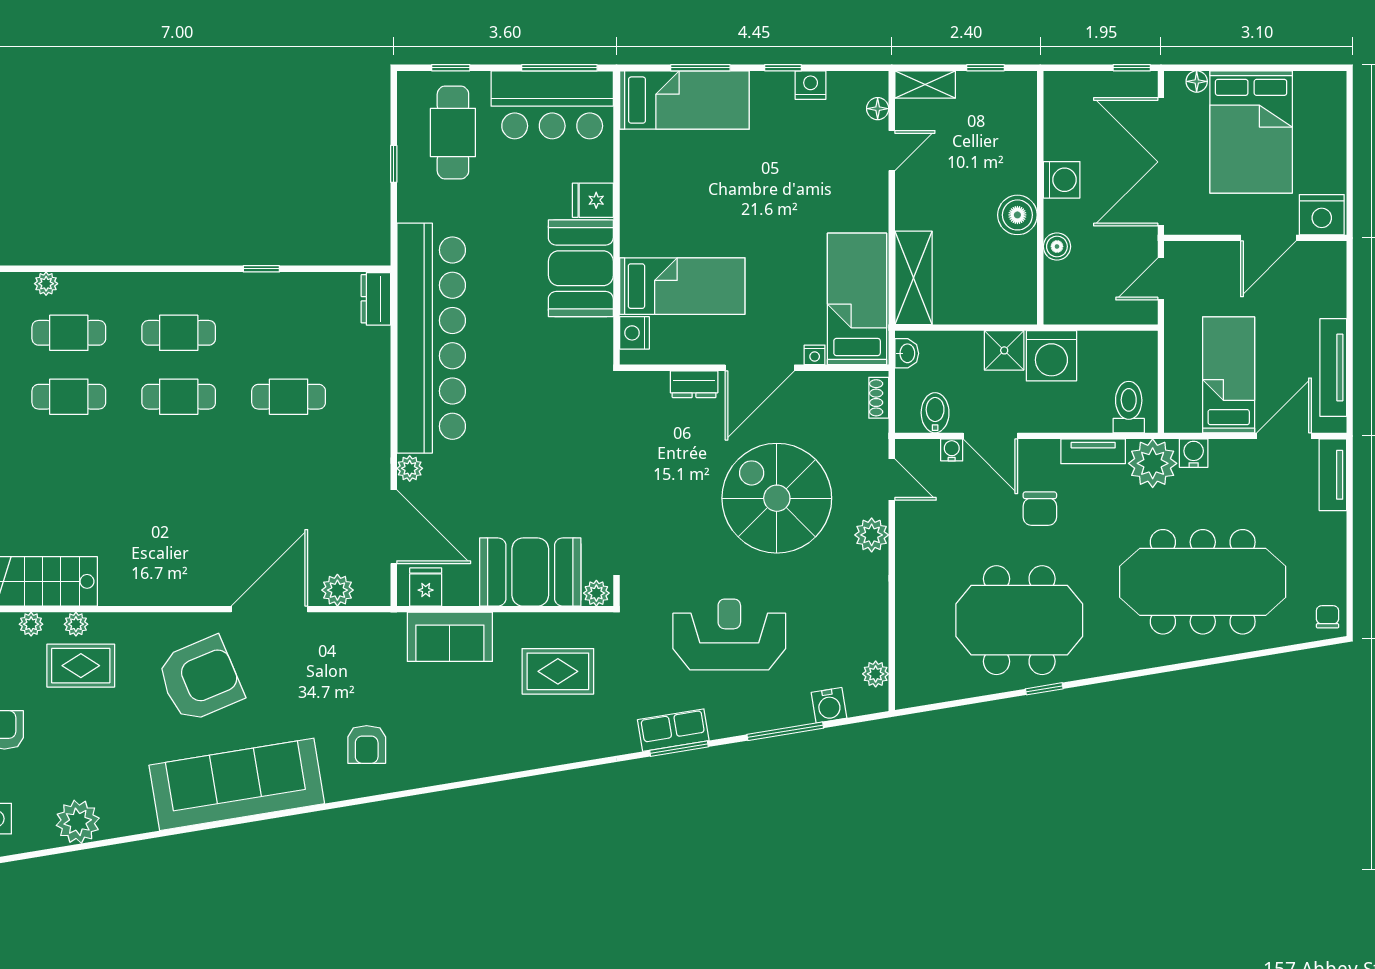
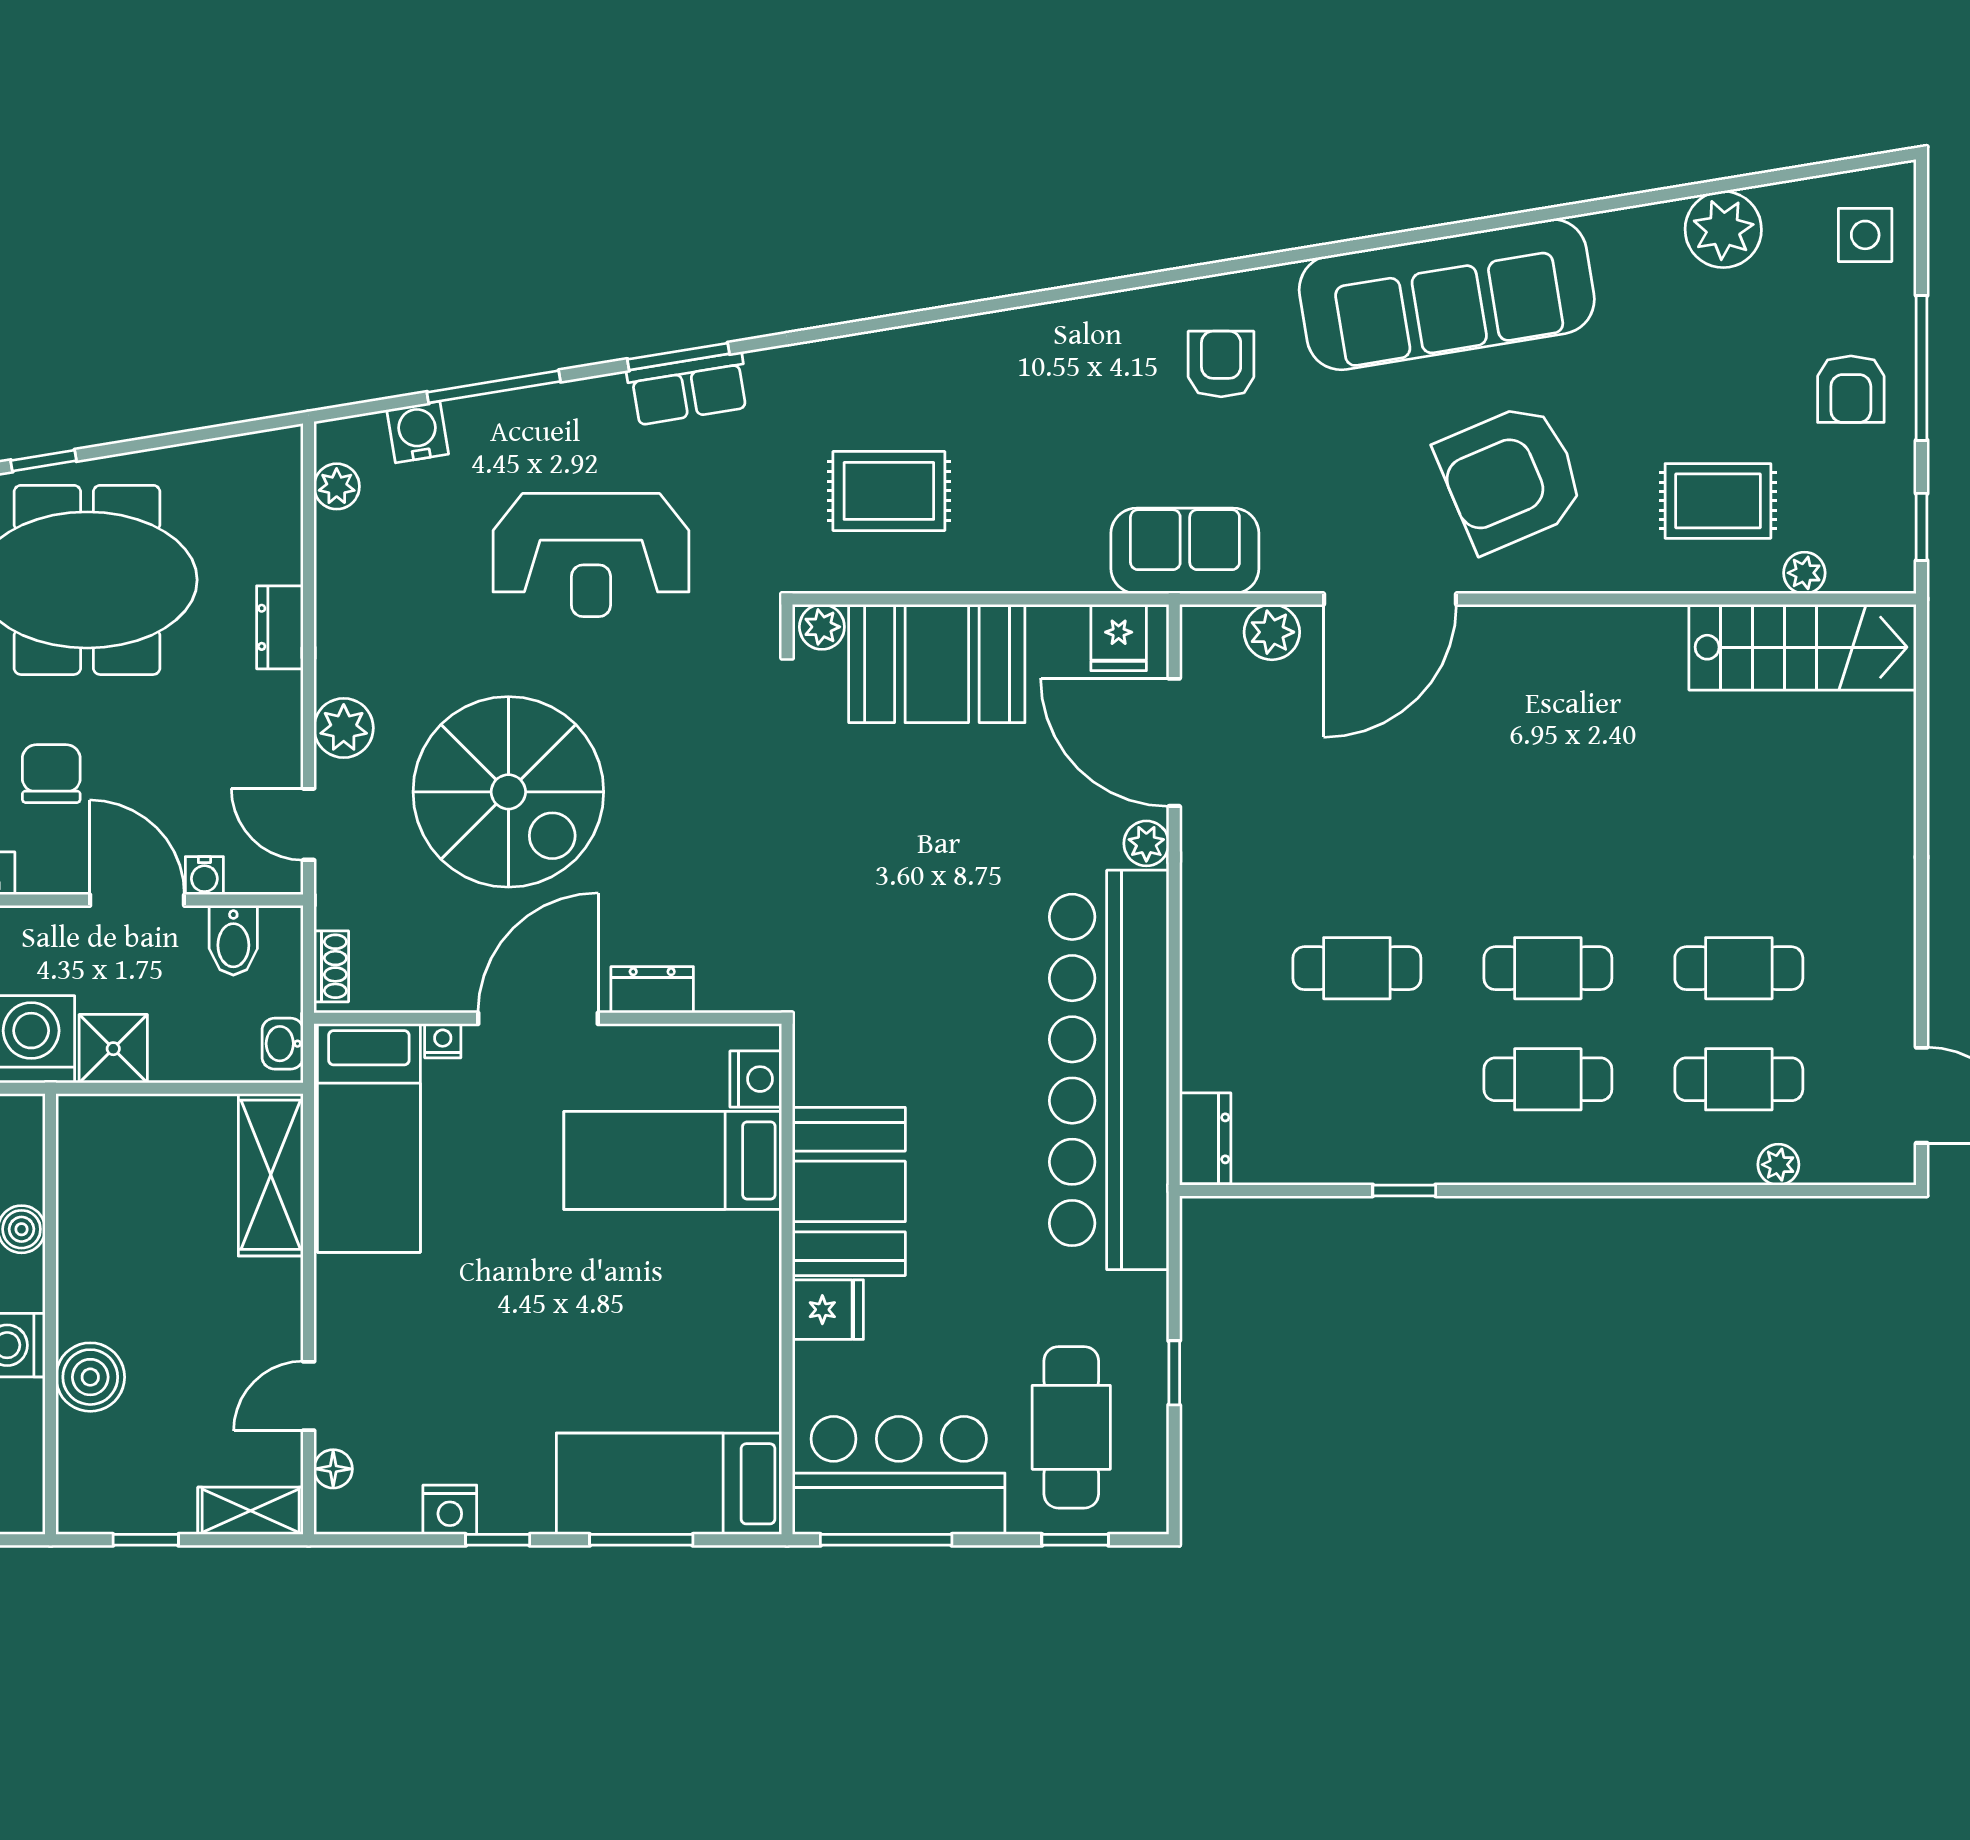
boiler: (1017, 215) -> (90, 1377), moved
dresser: (908, 593) -> (280, 627), added
plant: (76, 624) -> (1726, 573), removed
sofa: (450, 637) -> (1185, 551), moved

